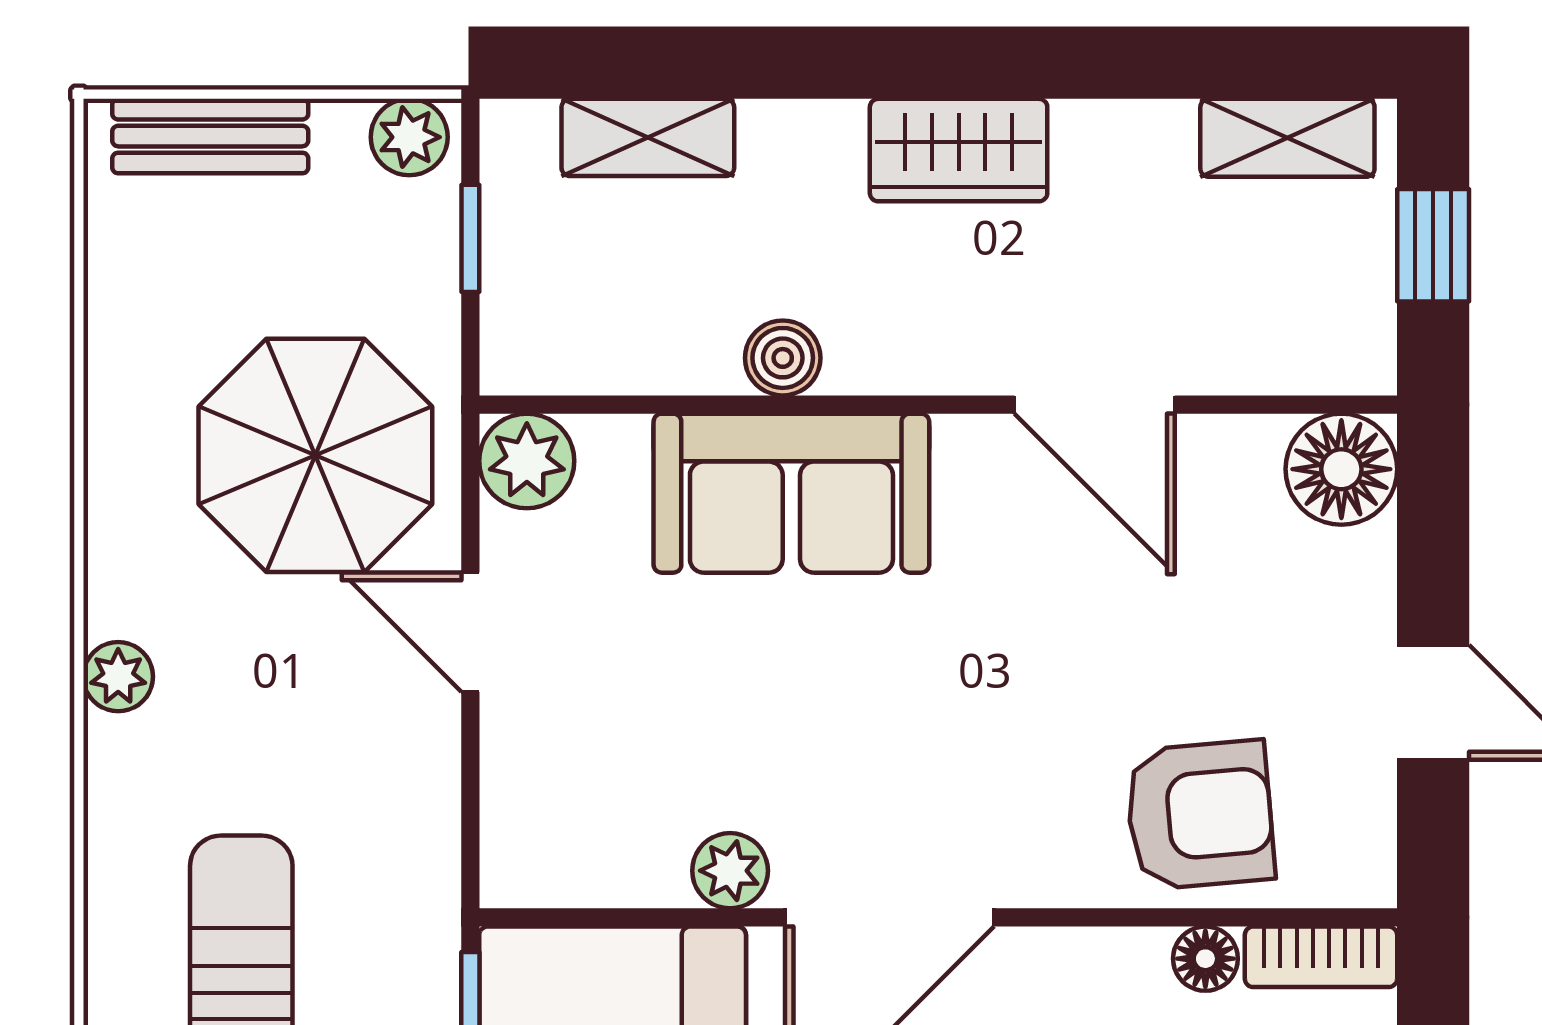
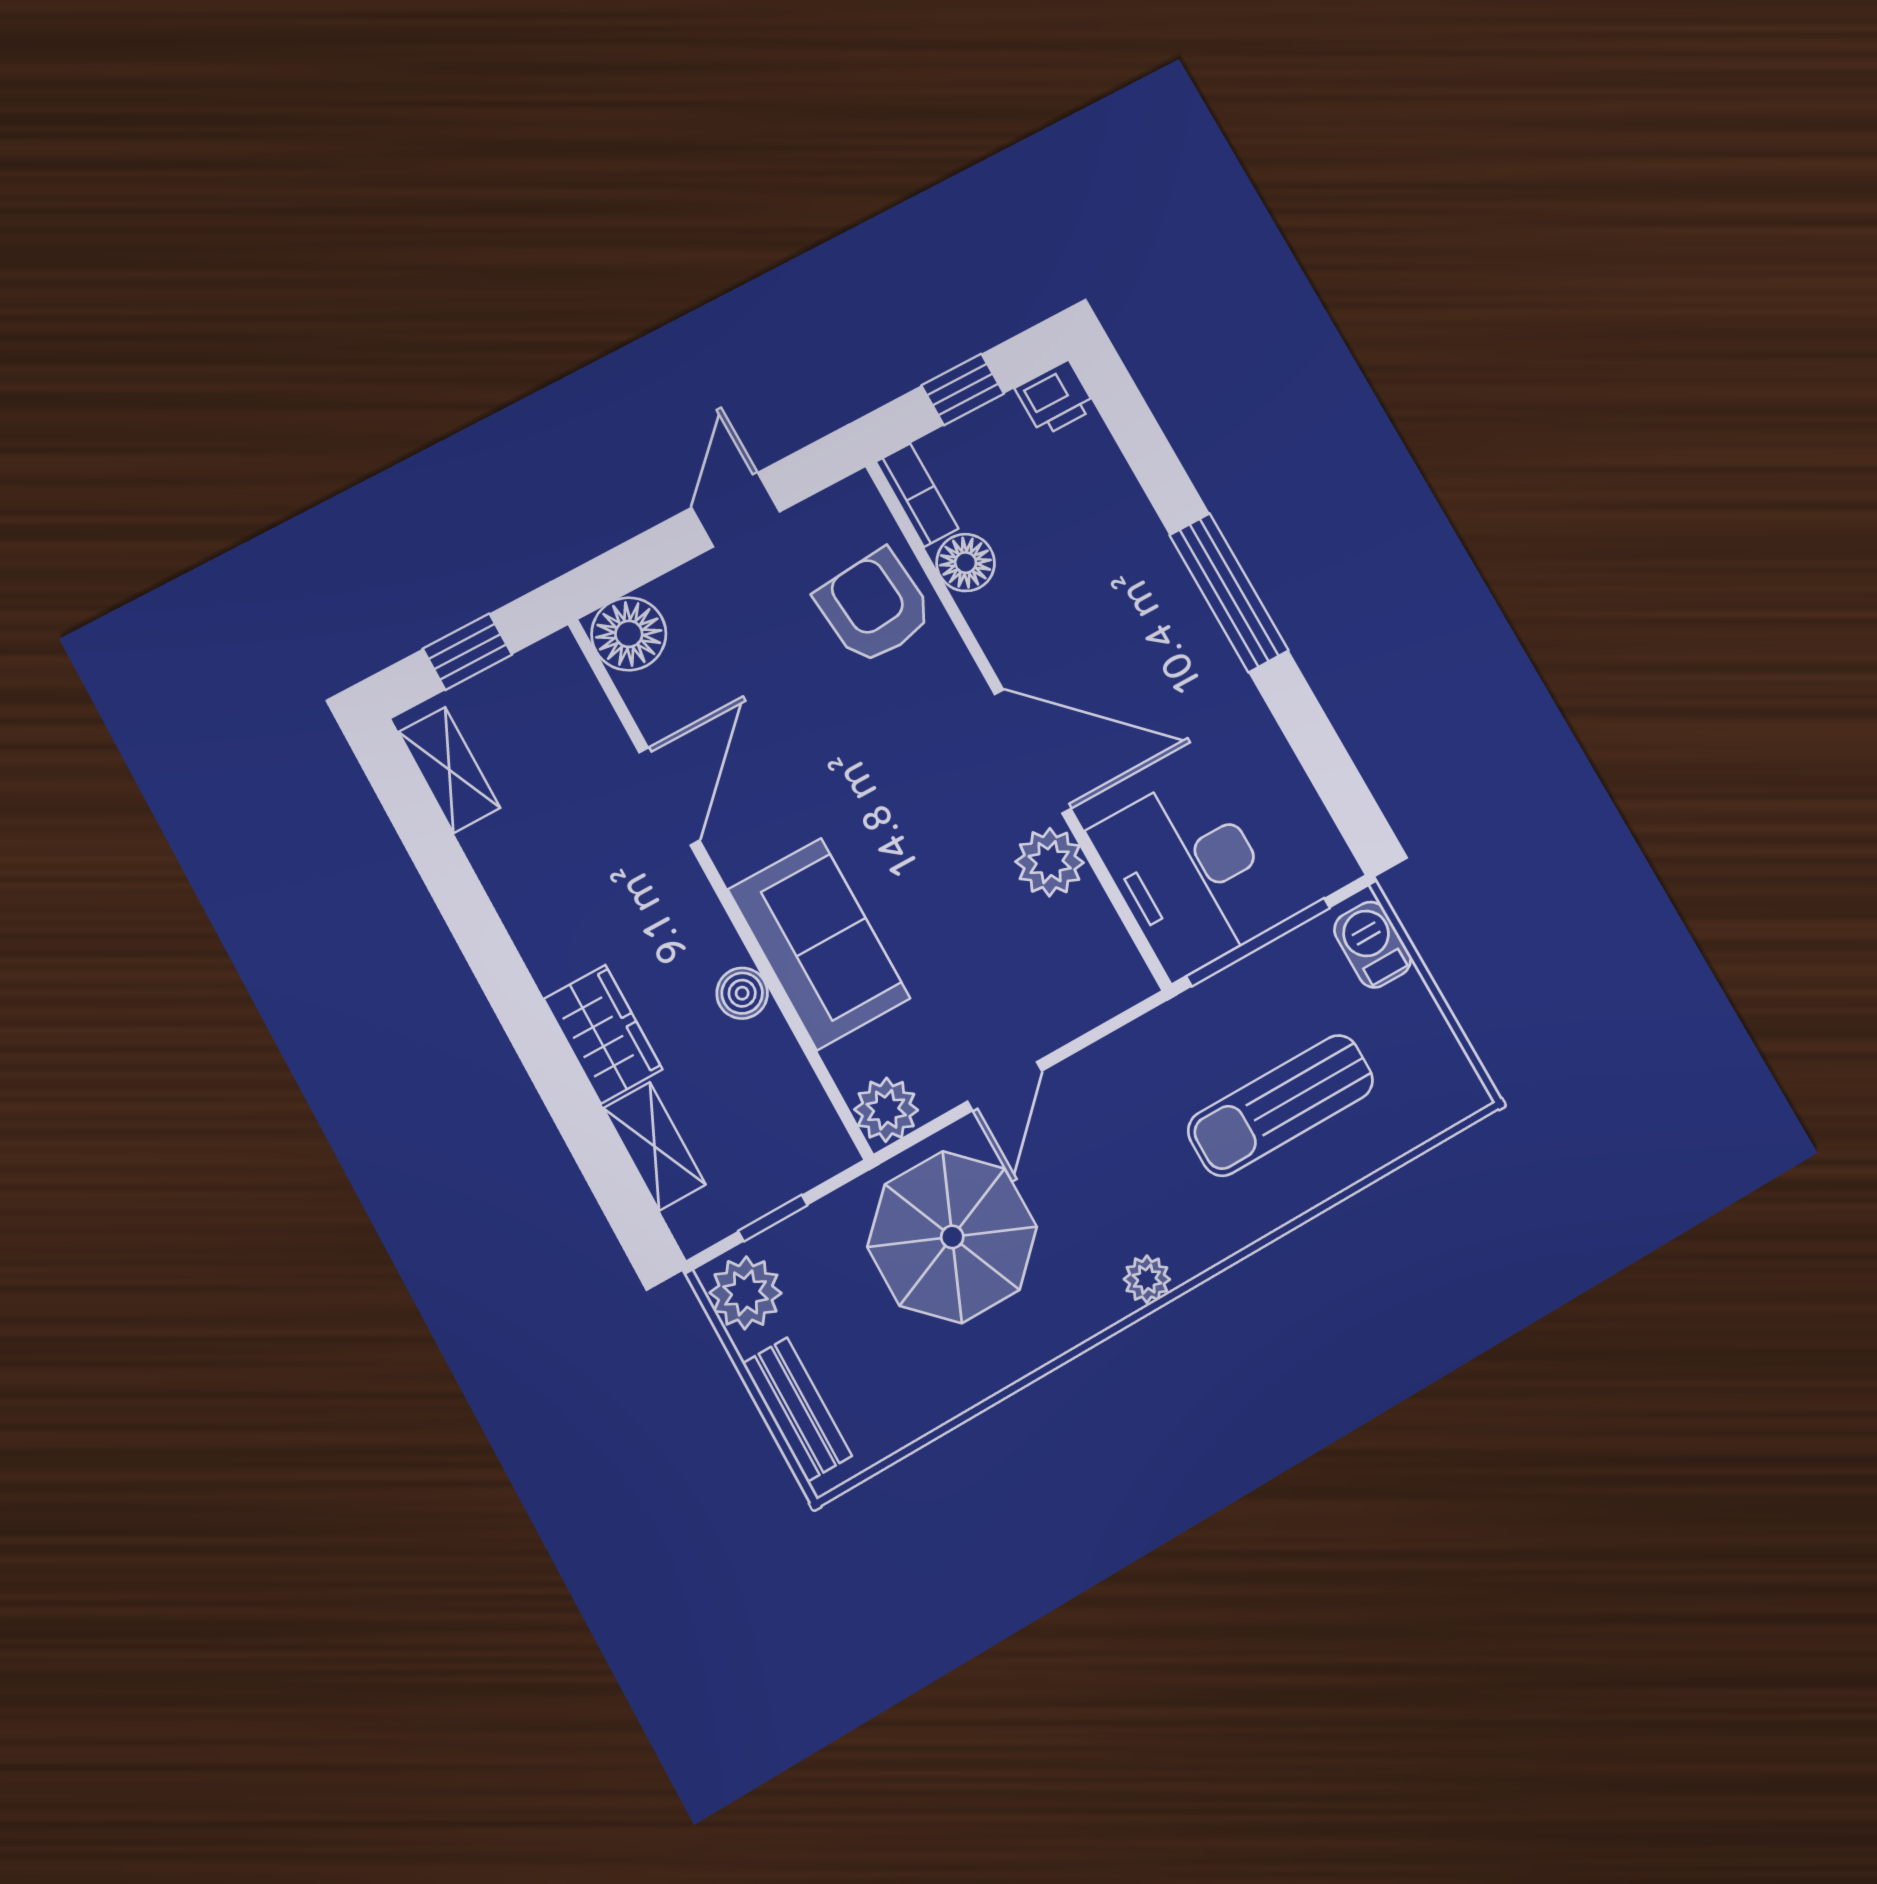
plant: (409, 137) -> (746, 1293), width x1.38, depth x1.38
wardrobe: (959, 150) -> (603, 1034), moved
plant: (730, 871) -> (1050, 862), width x1.38, depth x1.38
floor lamp: (1205, 959) -> (966, 563), width x1.37, depth x1.37

